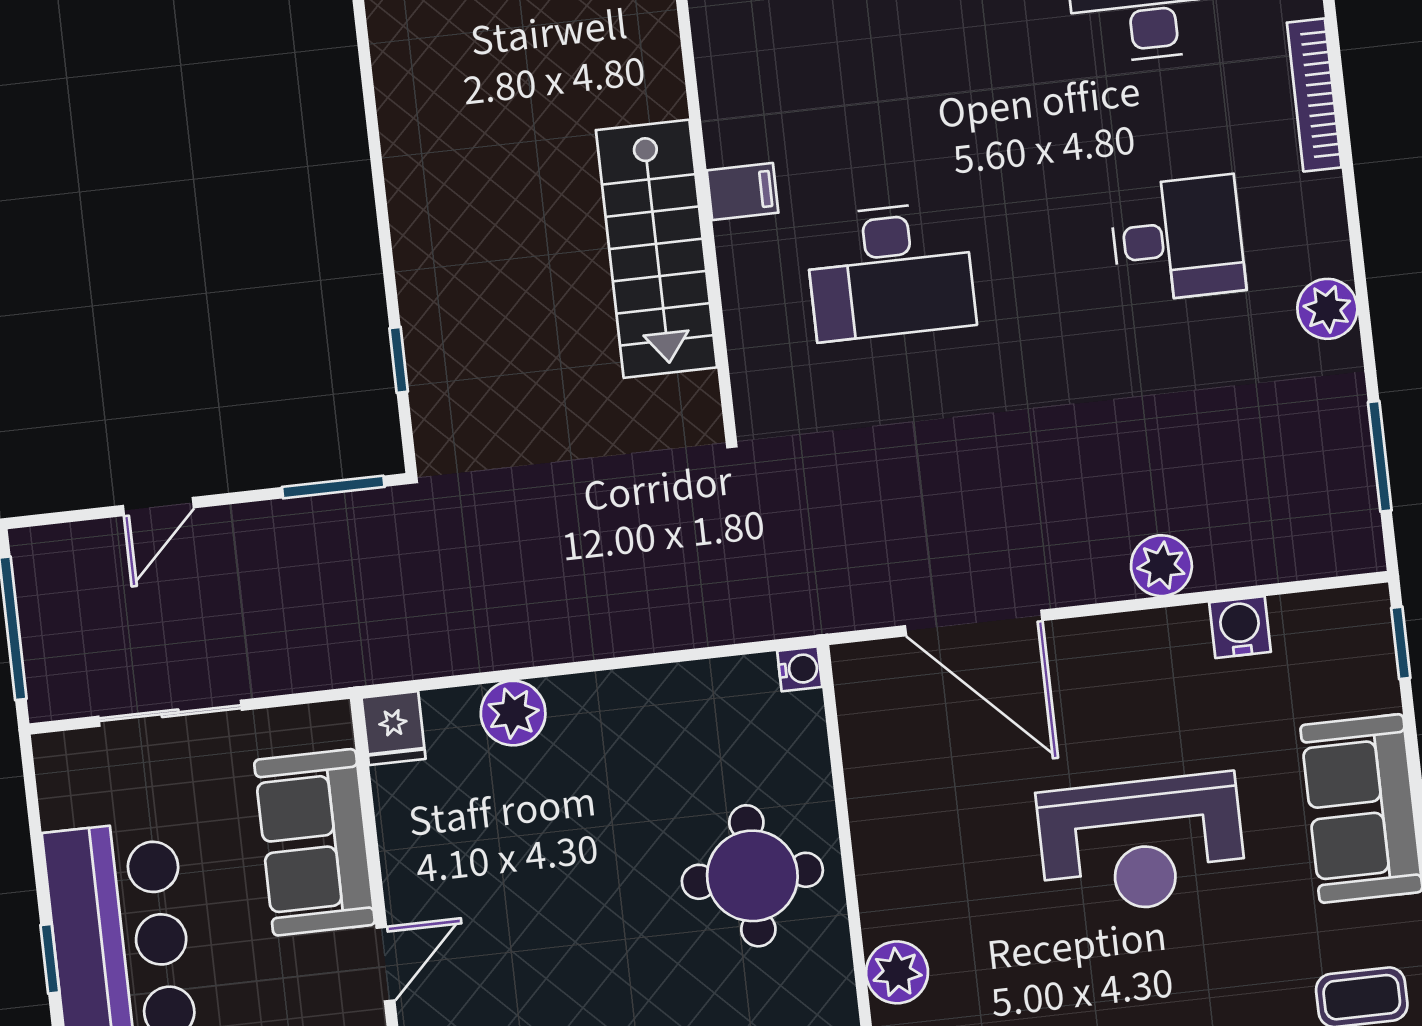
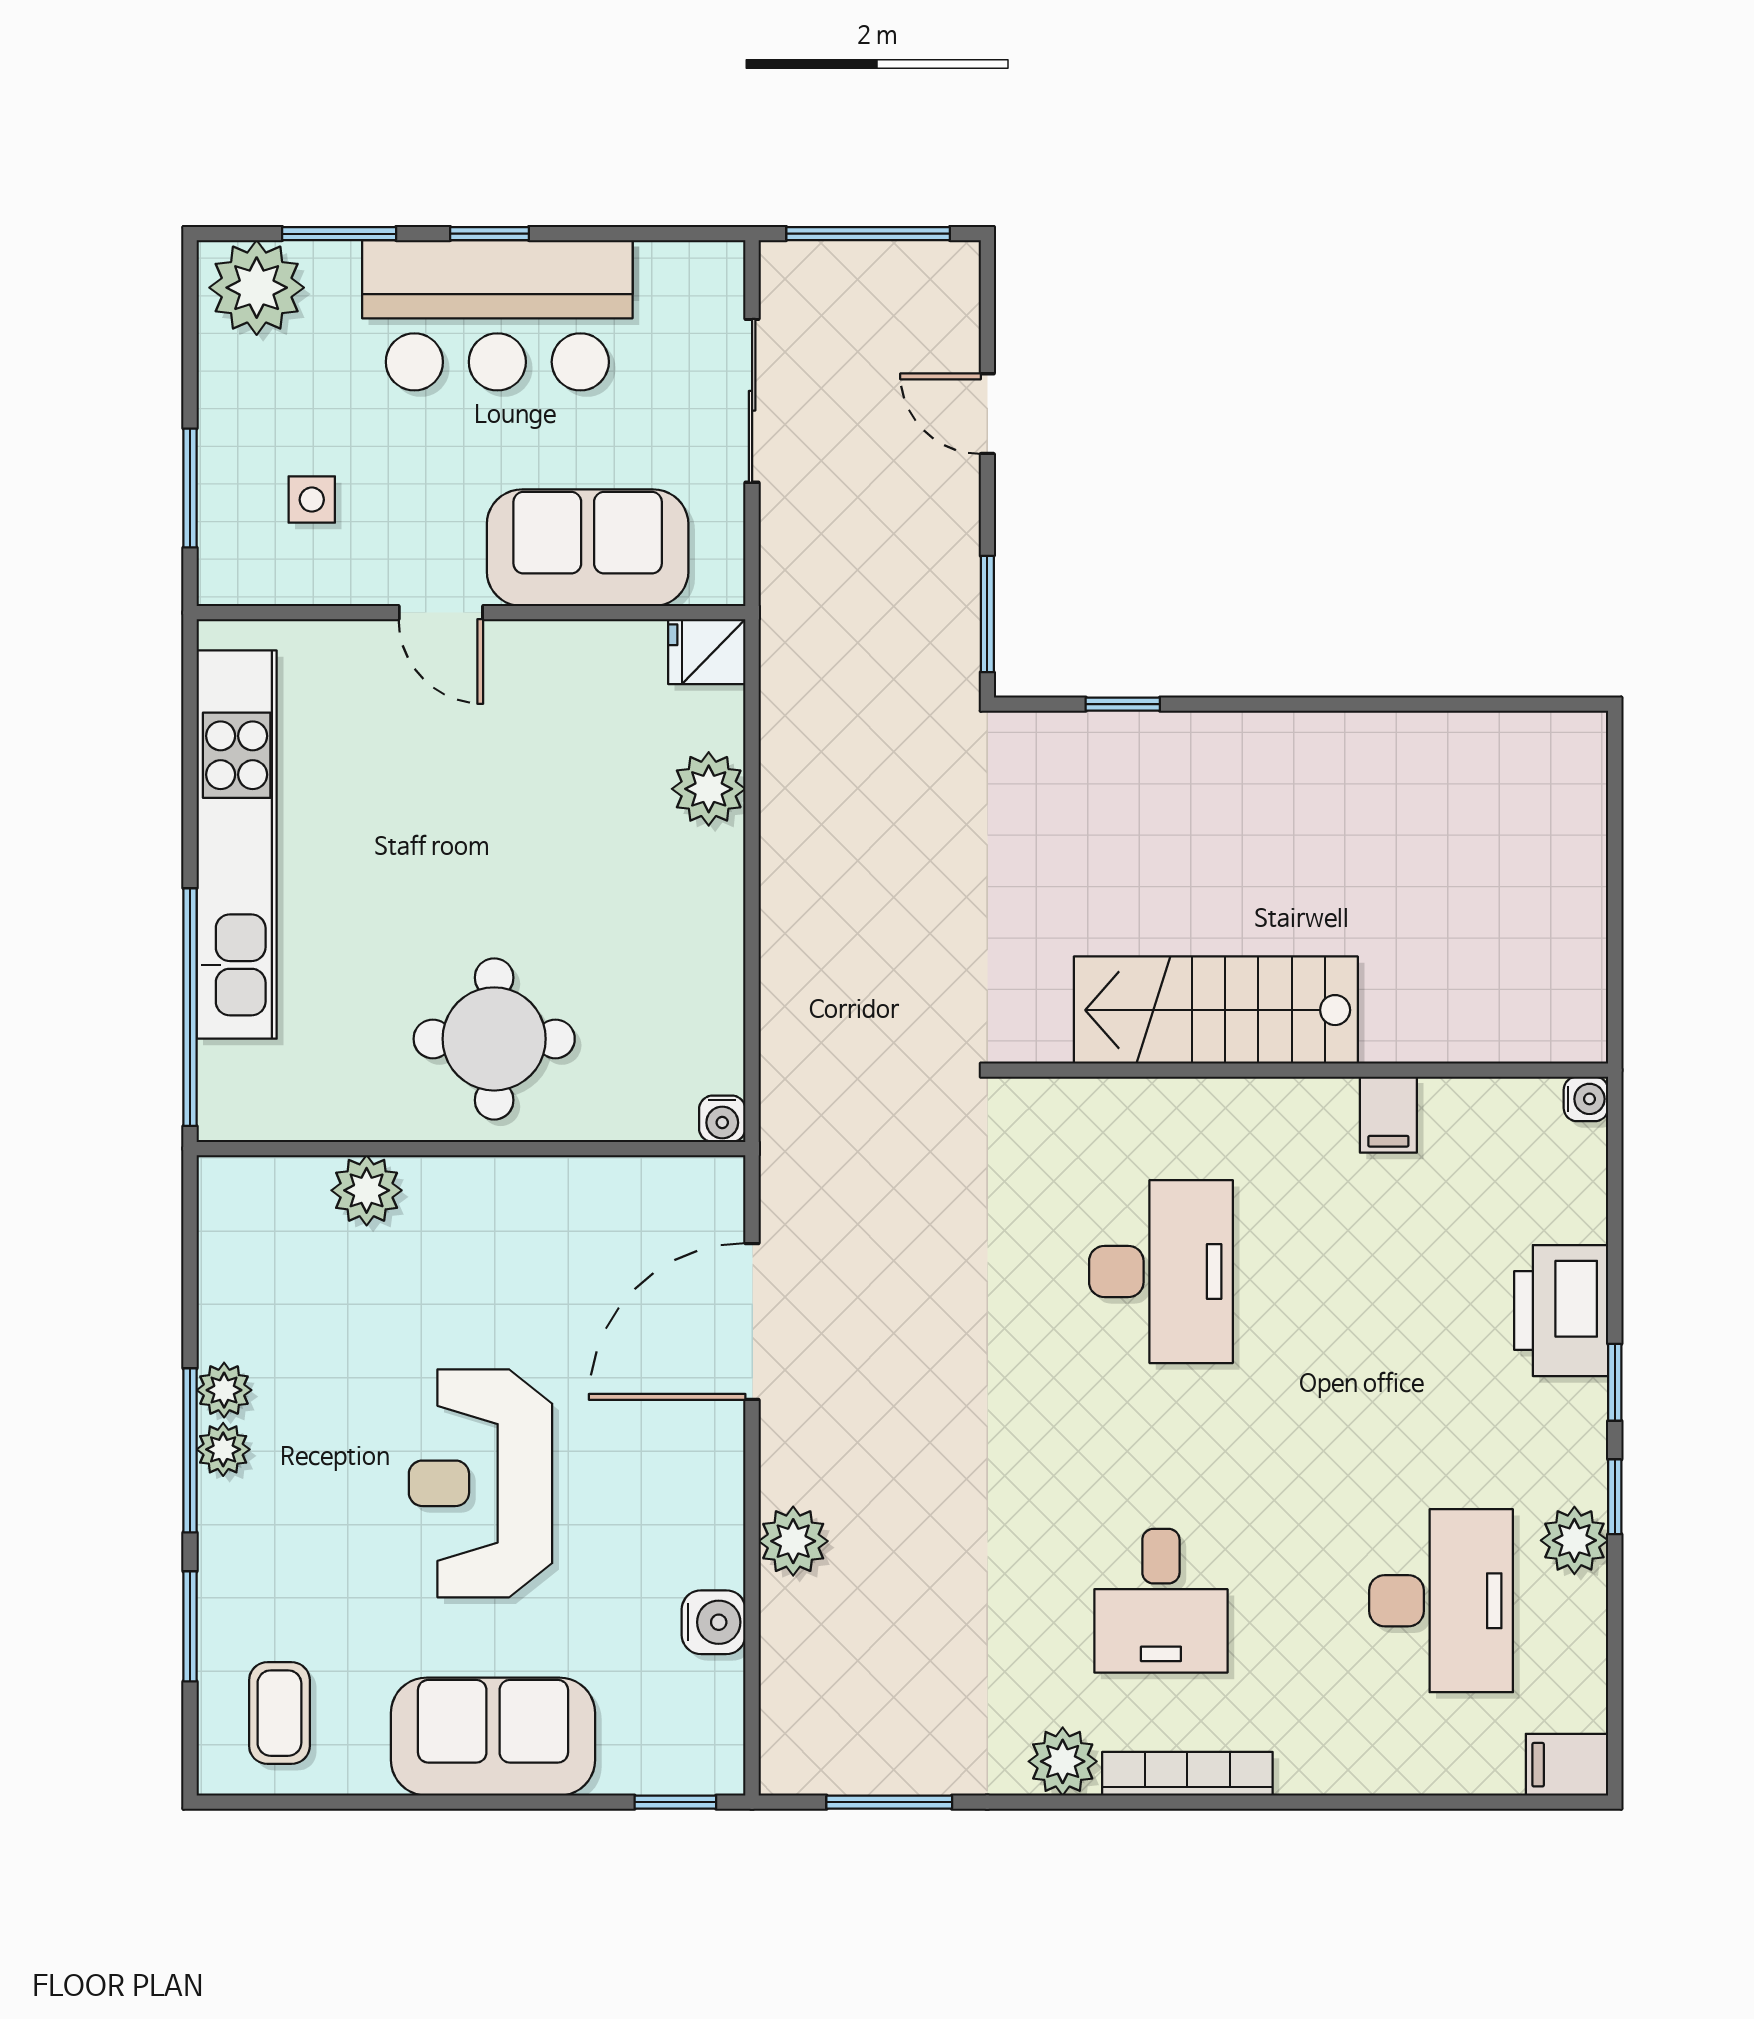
bookcase: (1314, 95) -> (1187, 1774), moved
filing cabinet: (743, 192) -> (1388, 1115), moved
desk: (890, 271) -> (1161, 1272), turned 180

